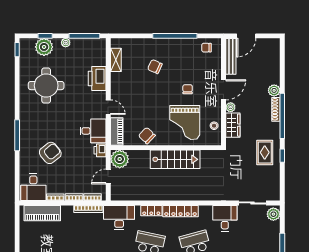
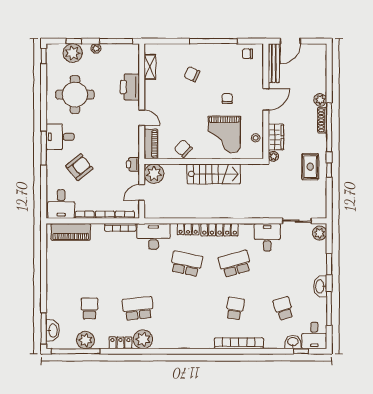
plant: (231, 107) -> (273, 156), moved
desk: (93, 131) -> (60, 137), moved, turned 180

